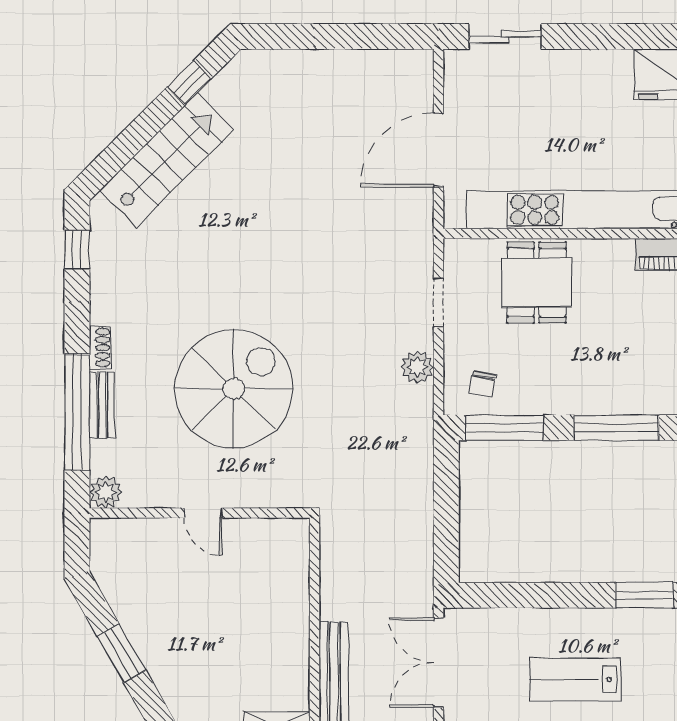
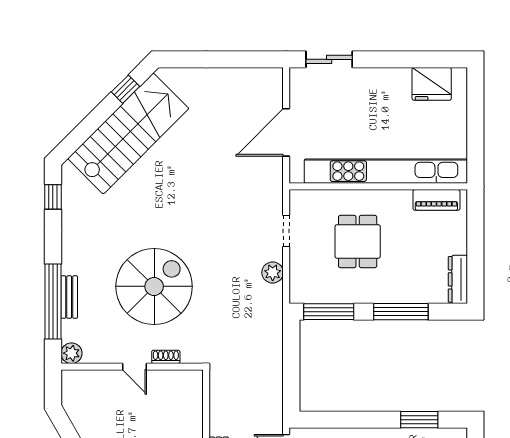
stairs: (167, 160) -> (128, 134), width x1.36, depth x1.51
dining table: (537, 283) -> (358, 241), moved
shoe rack: (100, 348) -> (166, 357), moved, turned -90
chair: (482, 384) -> (314, 284), removed

